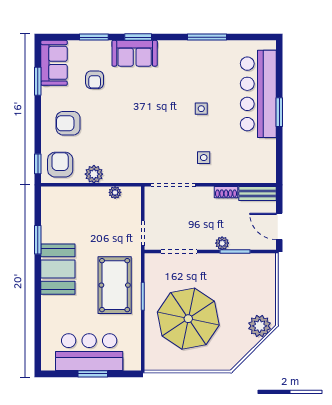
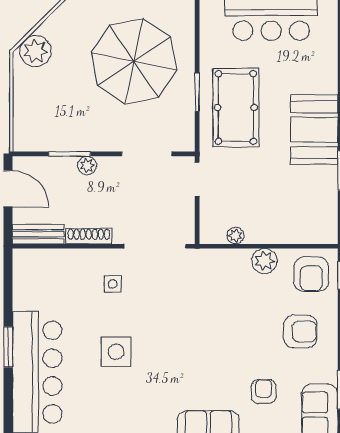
side table: (201, 109) -> (116, 352), width x1.87, depth x1.87
shoe rack: (226, 192) -> (89, 236), width x1.43

